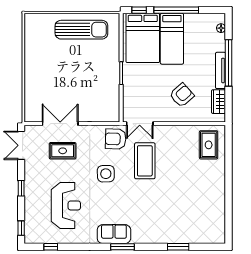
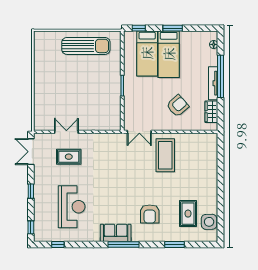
window: (176, 10) -> (173, 28), width x0.47
bed: (143, 38) -> (147, 53), width x0.67
double door: (60, 124) -> (66, 132), width x0.73
armchair: (116, 139) -> (150, 214), moved, turned -92
rug: (209, 145) -> (188, 214), moved
coffee table: (145, 161) -> (165, 155), moved
side table: (106, 174) -> (209, 222), moved
window: (123, 247) -> (124, 244), width x1.44

